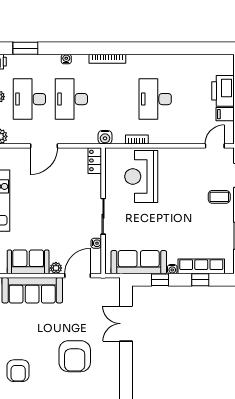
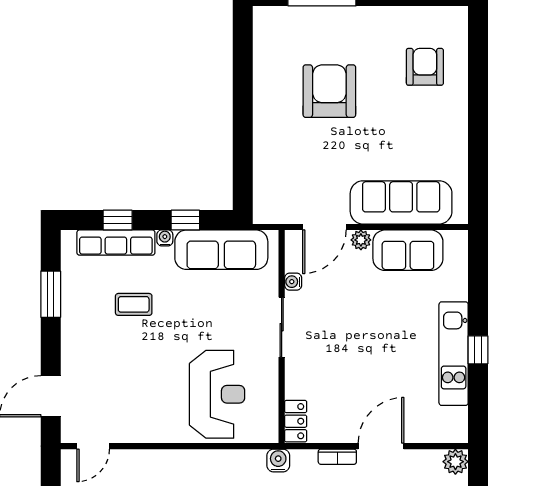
bookcase: (137, 139) -> (337, 457), moved
coffee table: (219, 197) -> (134, 304), moved
double door: (126, 324) -> (243, 146), removed

